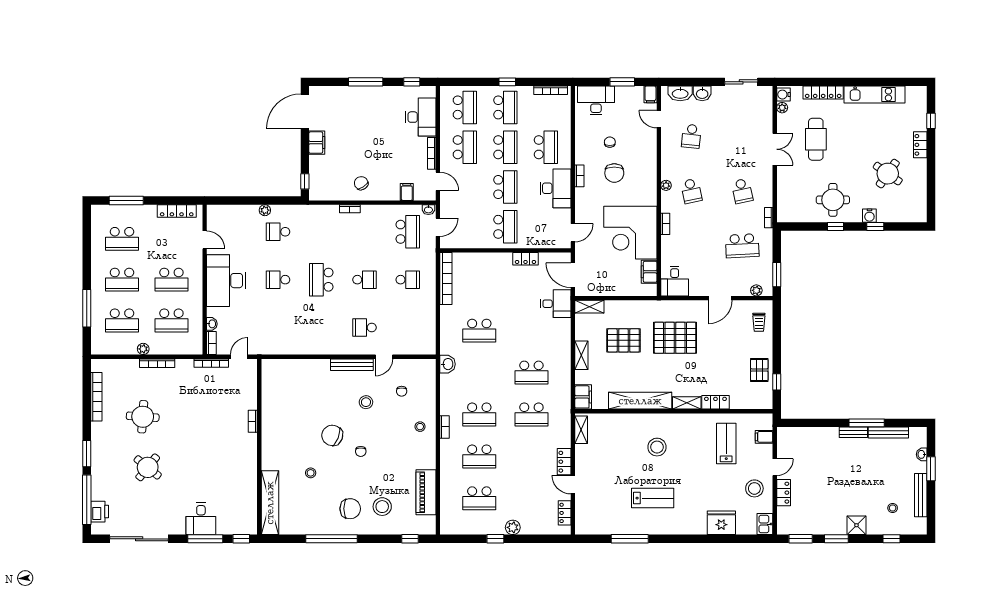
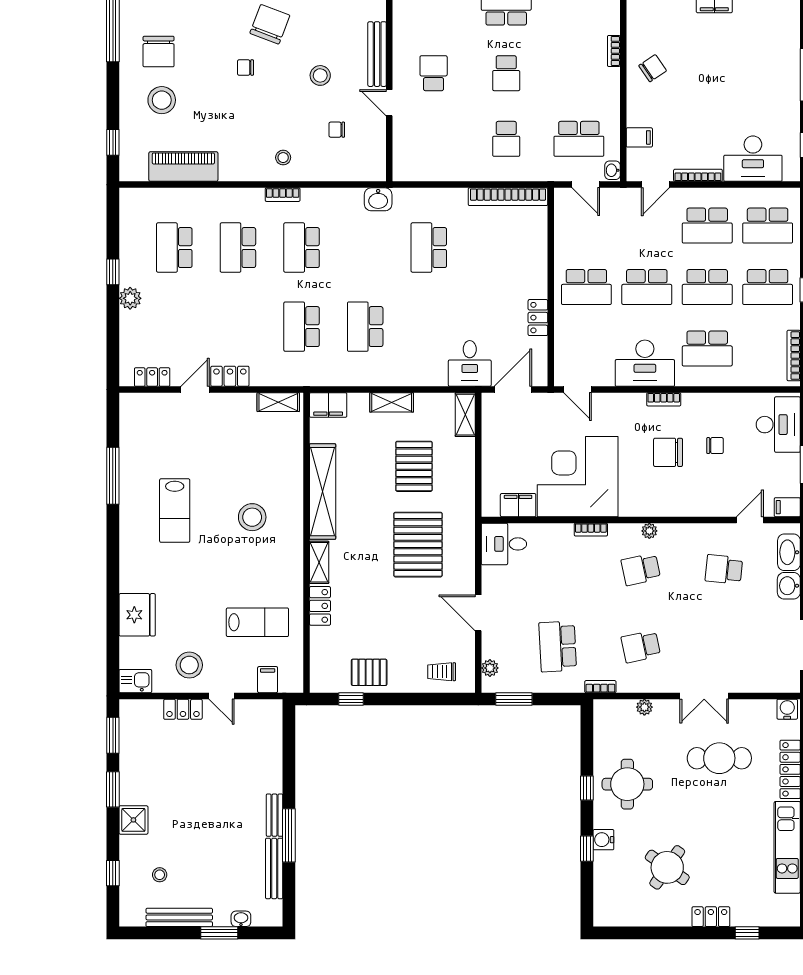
plant: (782, 108) -> (644, 707), moved

